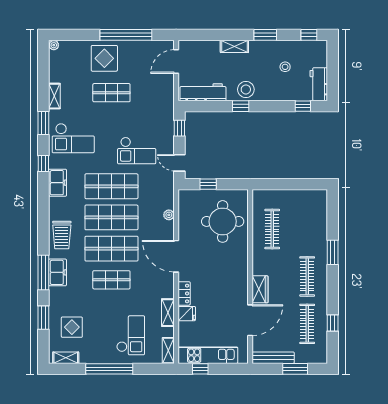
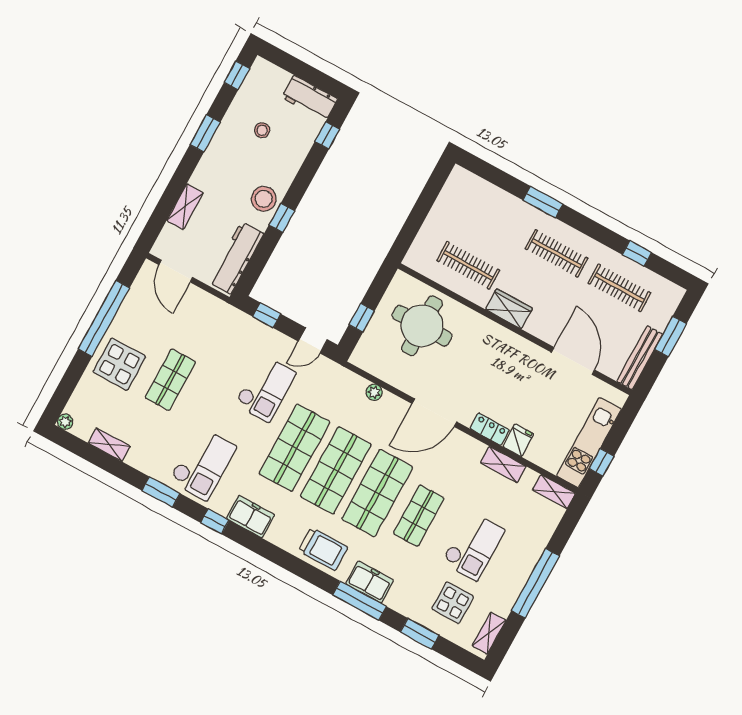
shelving: (234, 46) -> (185, 207), moved
shelving: (54, 96) -> (109, 445), moved
wardrobe: (260, 289) -> (509, 309), moved
checkout: (131, 335) -> (473, 546), moved, turned 90

